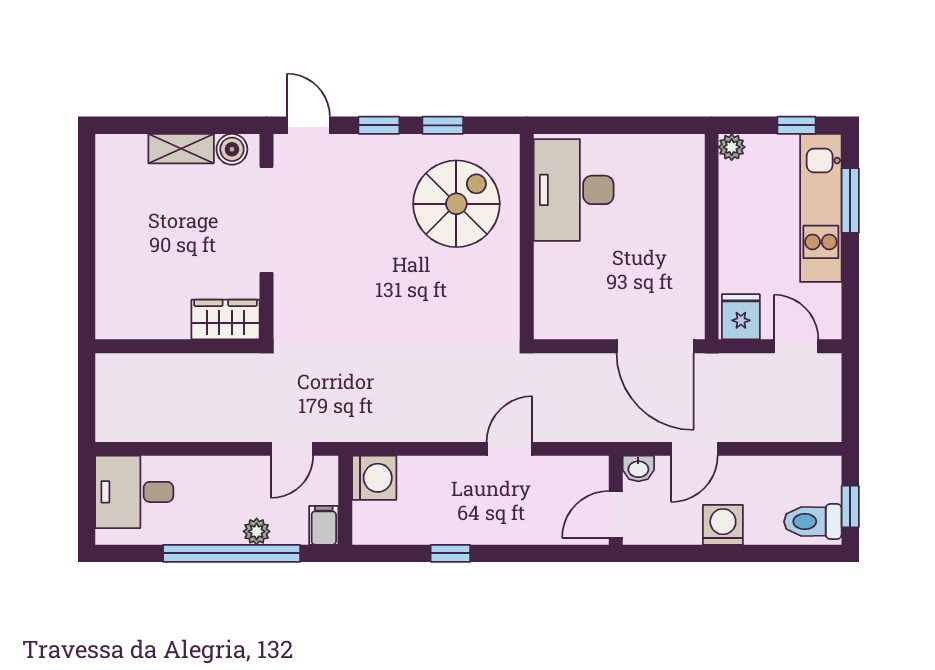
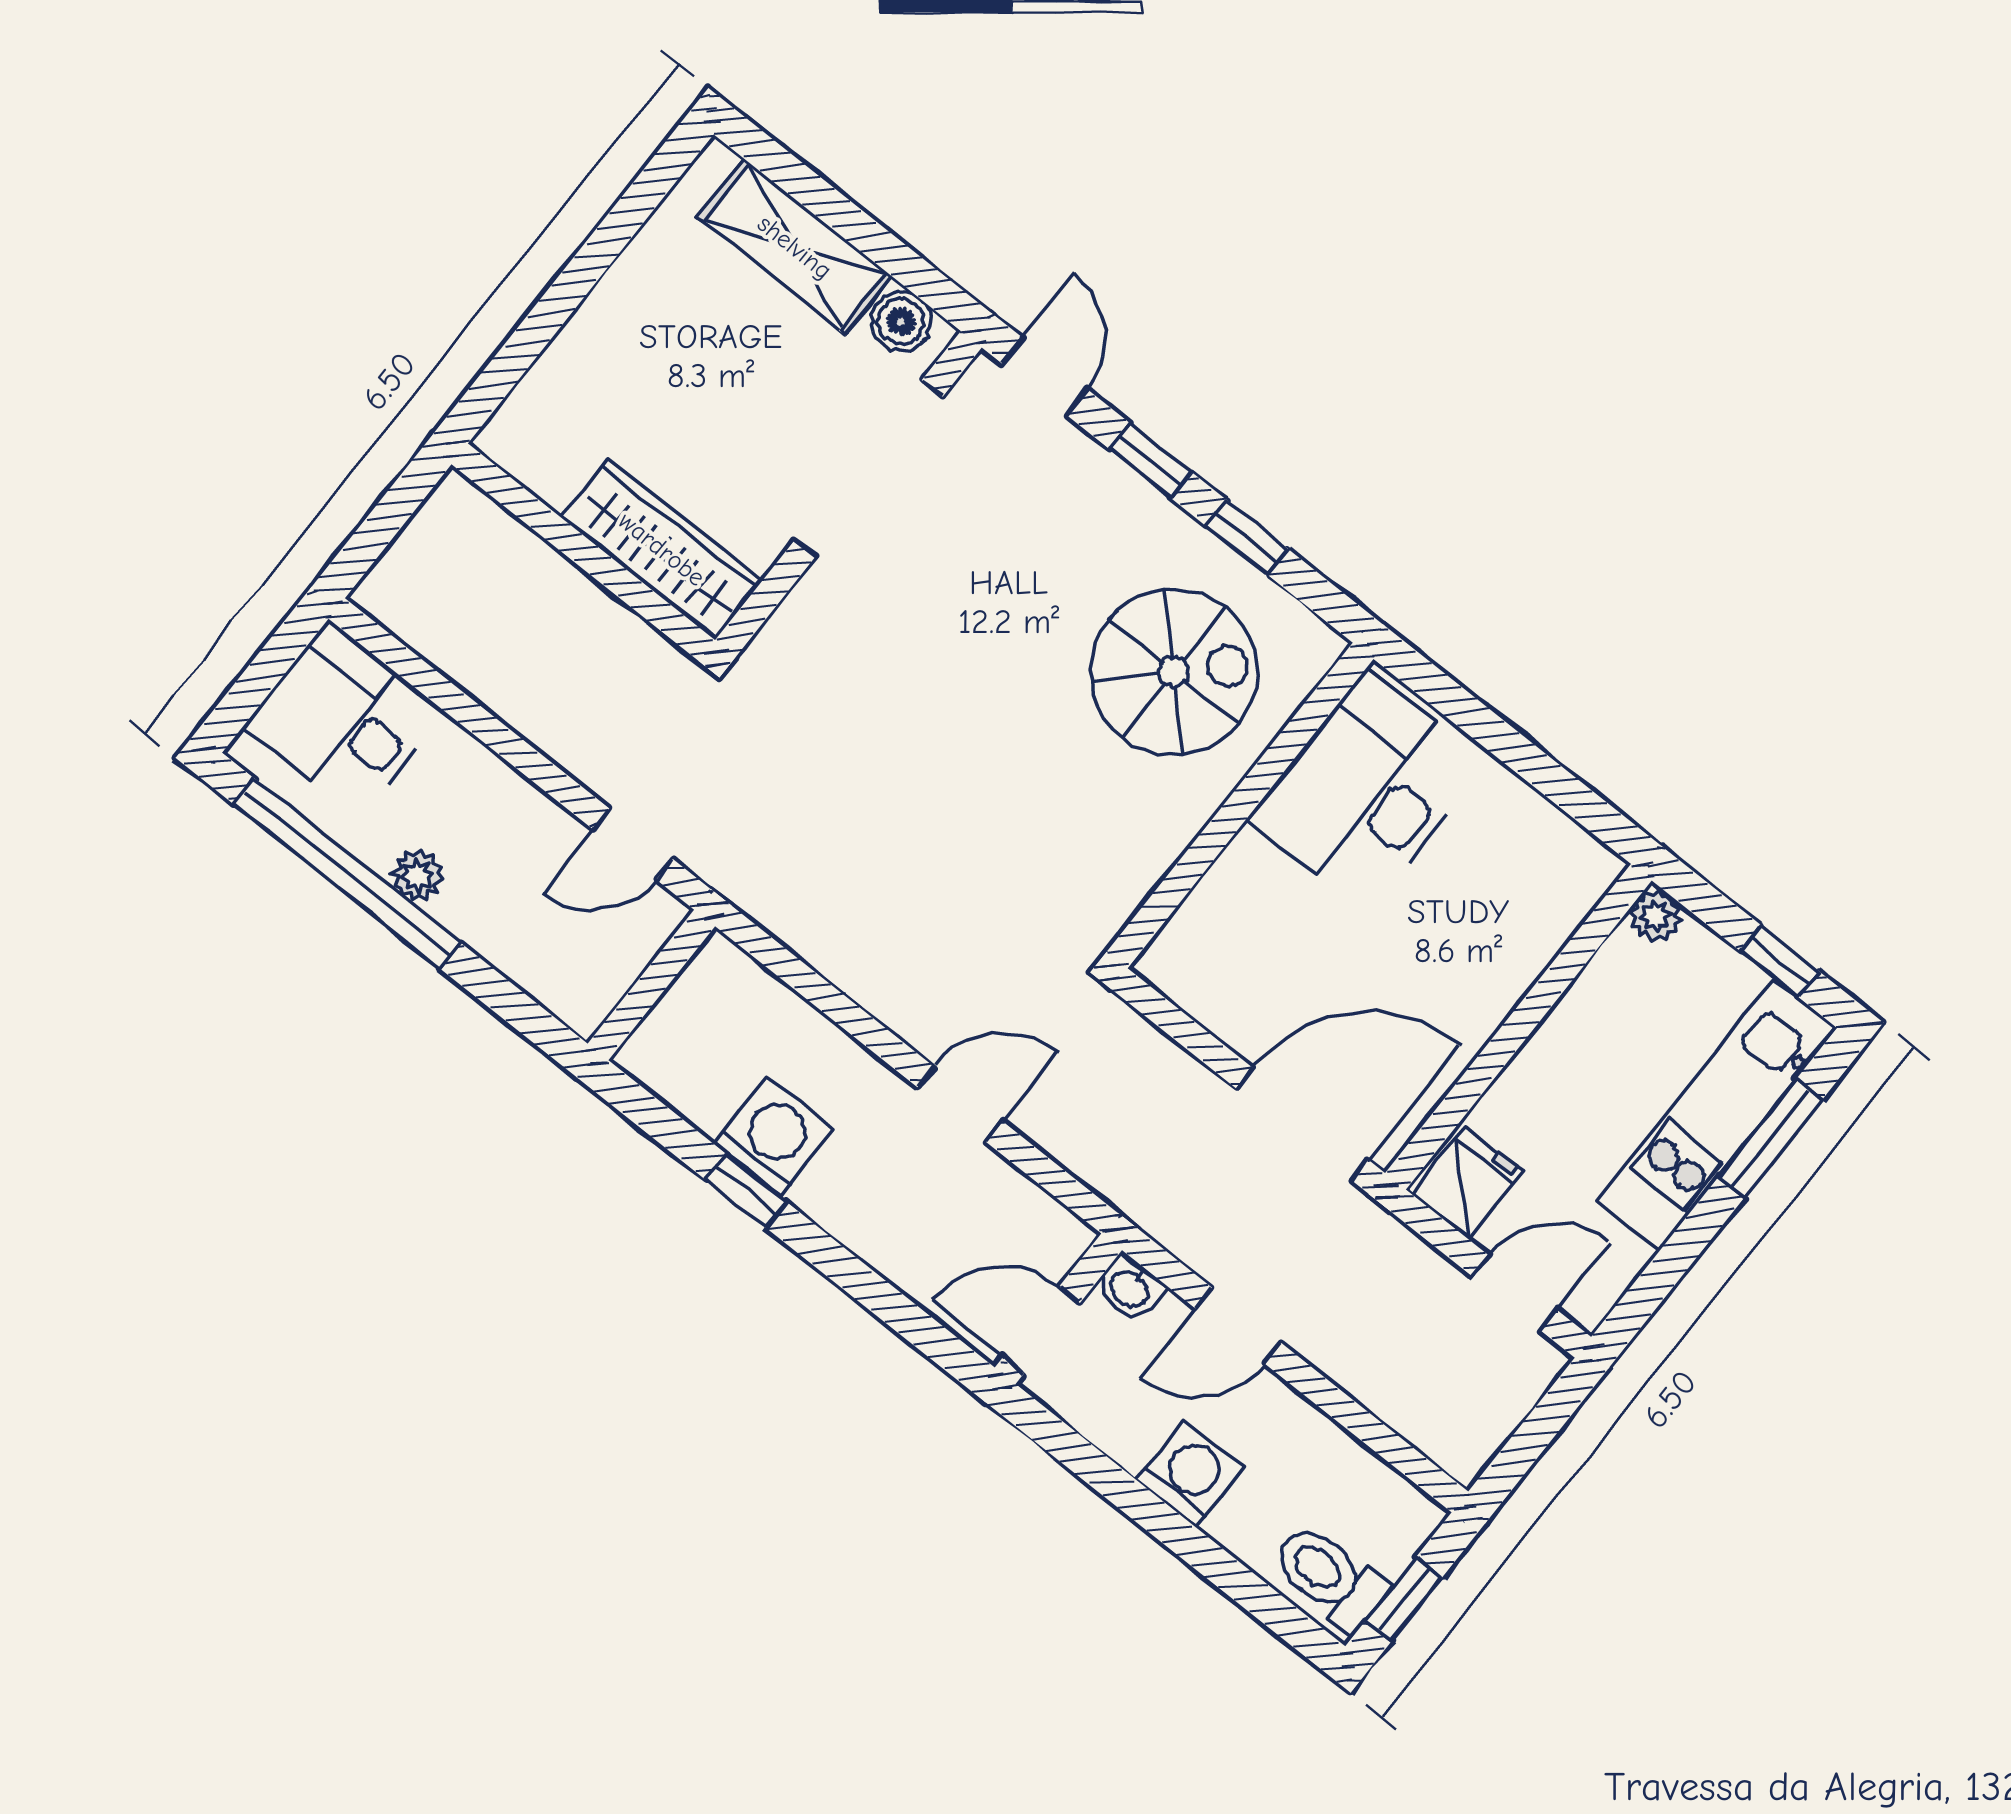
shelving: (181, 149) -> (795, 247), width x1.50, depth x1.33
wardrobe: (225, 319) -> (662, 549), width x1.50
door: (655, 346) -> (1302, 1124), swing flipped
door: (796, 346) -> (1514, 1293), hinge flipped
washing machine: (374, 478) -> (773, 1137), moved, turned -90
filing cabinet: (324, 525) -> (589, 997), removed
plant: (257, 531) -> (417, 876), moved
window: (232, 553) -> (347, 873), moved

